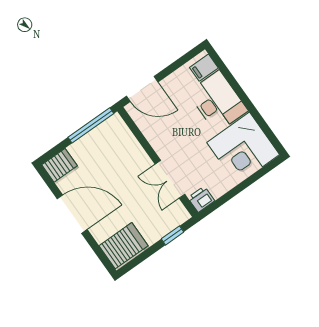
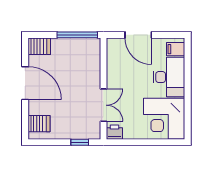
door: (142, 89) -> (138, 35), moved
double door: (170, 179) -> (103, 105), swing flipped
server rack: (124, 246) -> (39, 124), width x0.73, depth x0.70

